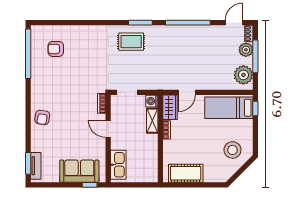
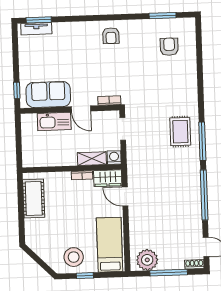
window: (140, 23) -> (202, 141), width x1.44
plant: (246, 50) -> (176, 262), removed
window: (28, 54) -> (163, 16), width x0.47
window: (255, 108) -> (85, 276), moved
armchair: (42, 117) -> (111, 36), moved, turned -100
door: (108, 129) -> (81, 109), swing flipped
stool: (232, 150) -> (74, 257), moved
kitchen sink: (118, 165) -> (54, 121), moved
sofa: (79, 171) -> (48, 94), moved, turned -90

